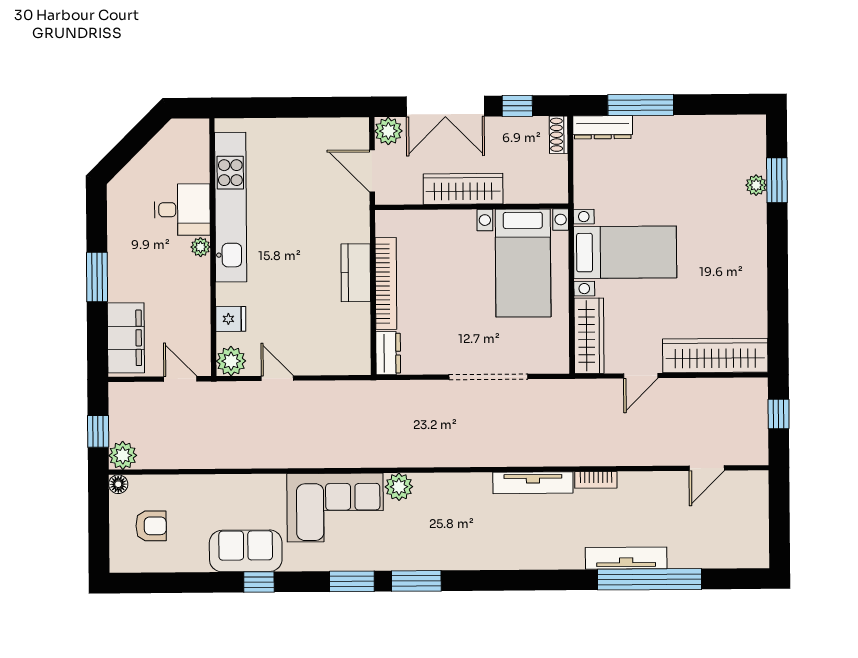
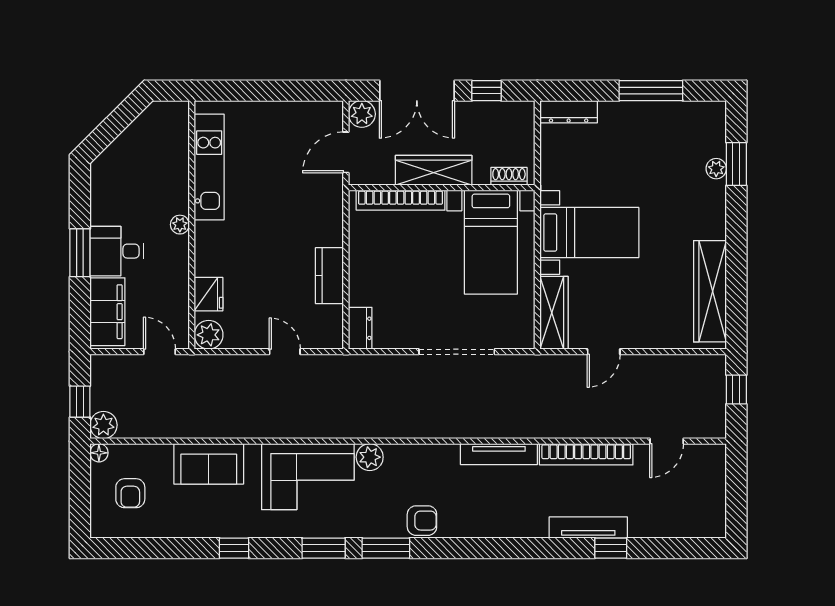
window: (641, 105) -> (651, 91), moved
shoe rack: (559, 135) -> (509, 176), moved, turned 90
door: (372, 171) -> (346, 152), hinge flipped
kitchen unit: (231, 207) -> (209, 167), width x0.73
desk: (182, 210) -> (117, 251), moved, turned 180
kitchen counter: (356, 273) -> (329, 276), moved
bookcase: (386, 283) -> (401, 200), moved, turned 90
fridge: (231, 319) -> (209, 294), width x1.38
wardrobe: (715, 356) -> (710, 291), moved, turned -90
door: (277, 378) -> (285, 352), moved
bookcase: (596, 480) -> (586, 454), width x2.31, depth x1.31
armchair: (151, 526) -> (130, 493), turned 90
sofa: (246, 551) -> (209, 464), moved, turned 180
armchair: (454, 552) -> (422, 521), added
window: (649, 579) -> (611, 548), width x0.32

